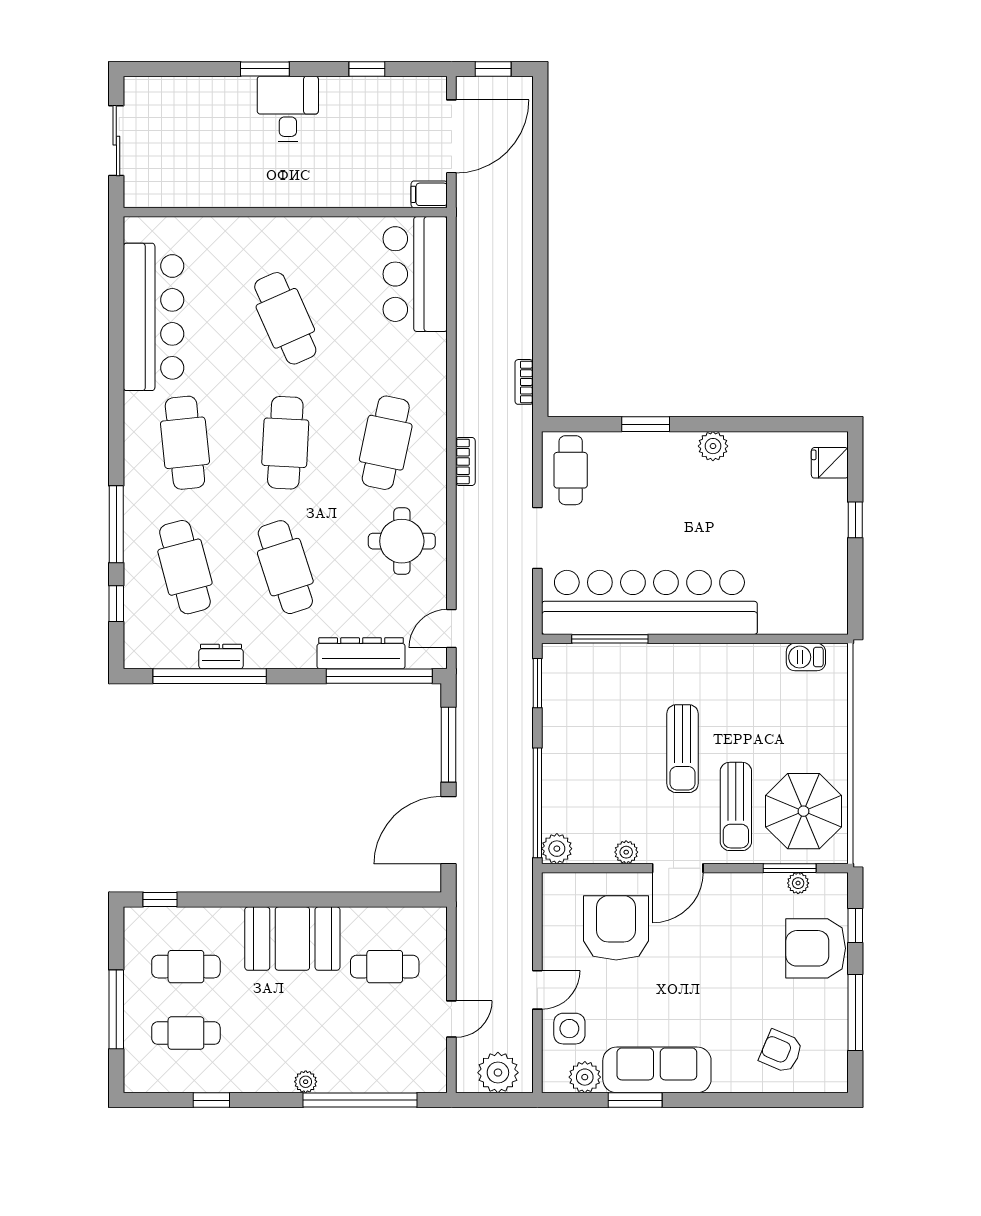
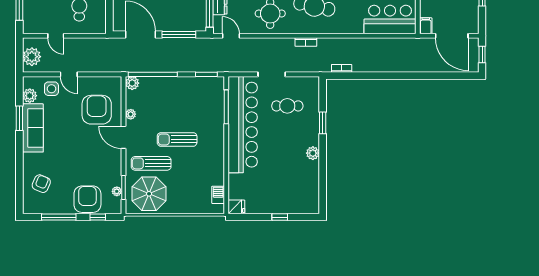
fridge: (830, 463) -> (236, 207), moved, turned 90
cafe table: (571, 470) -> (287, 106), moved
armchair: (616, 928) -> (97, 110), turned -90

